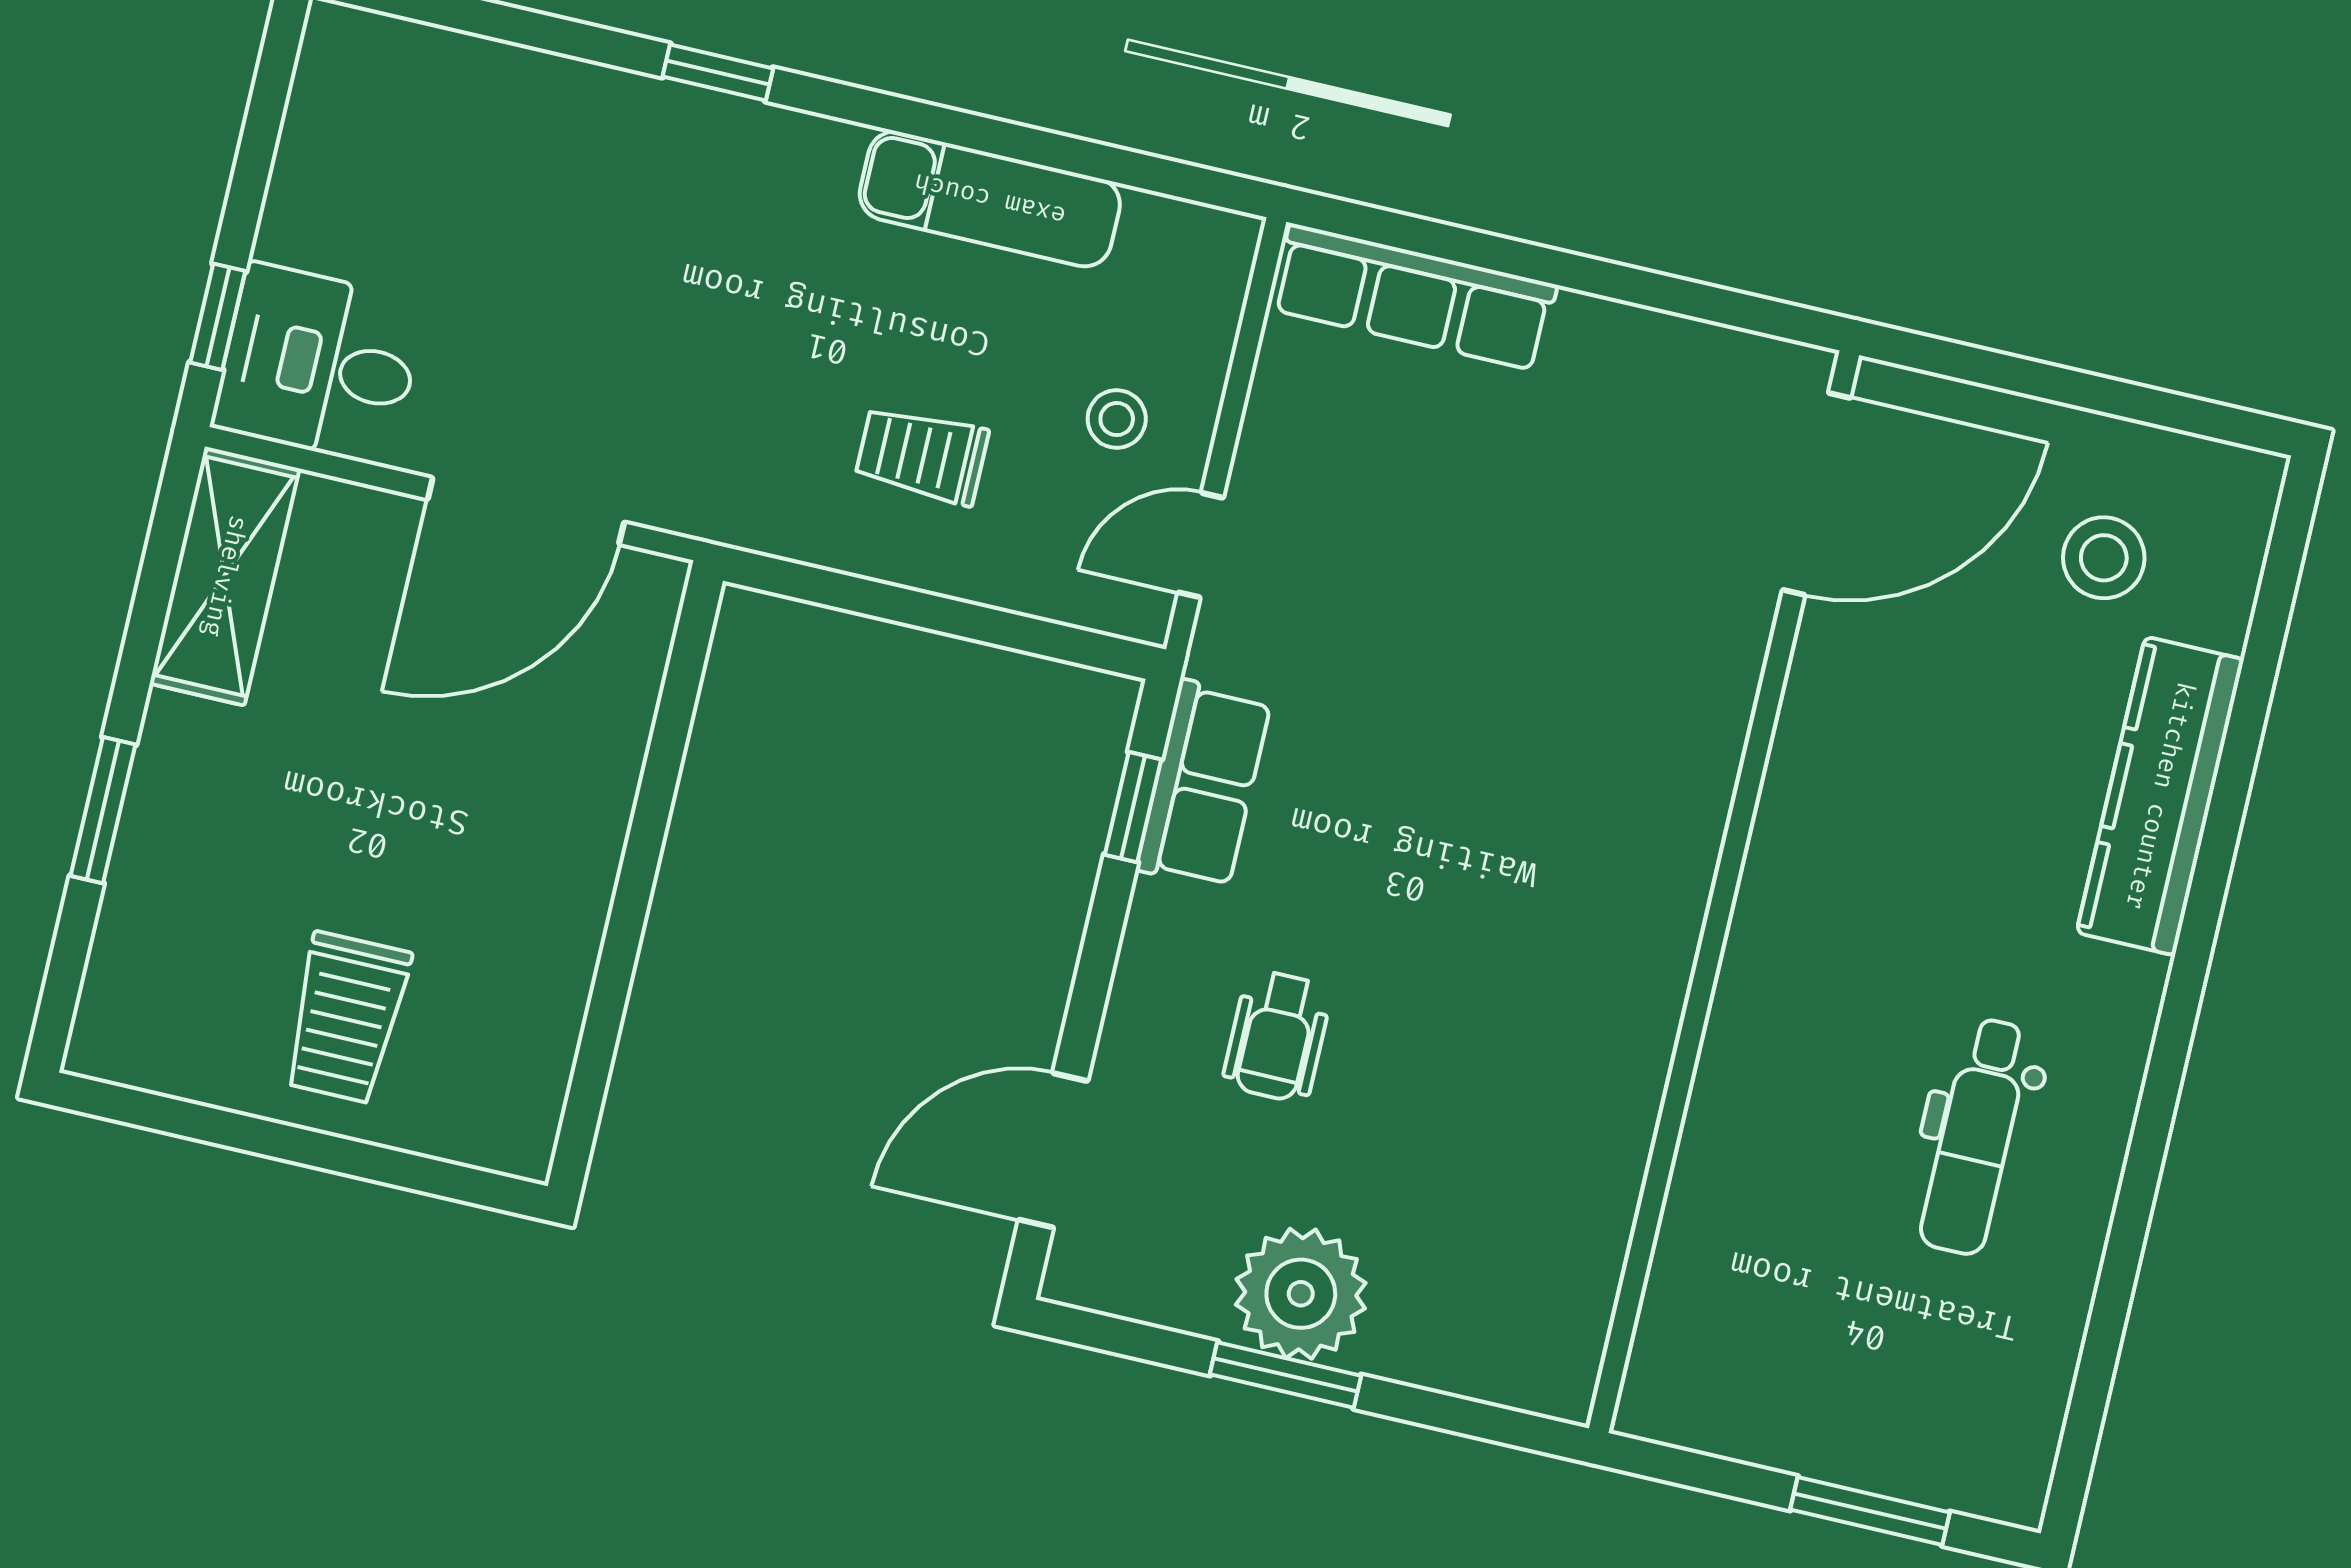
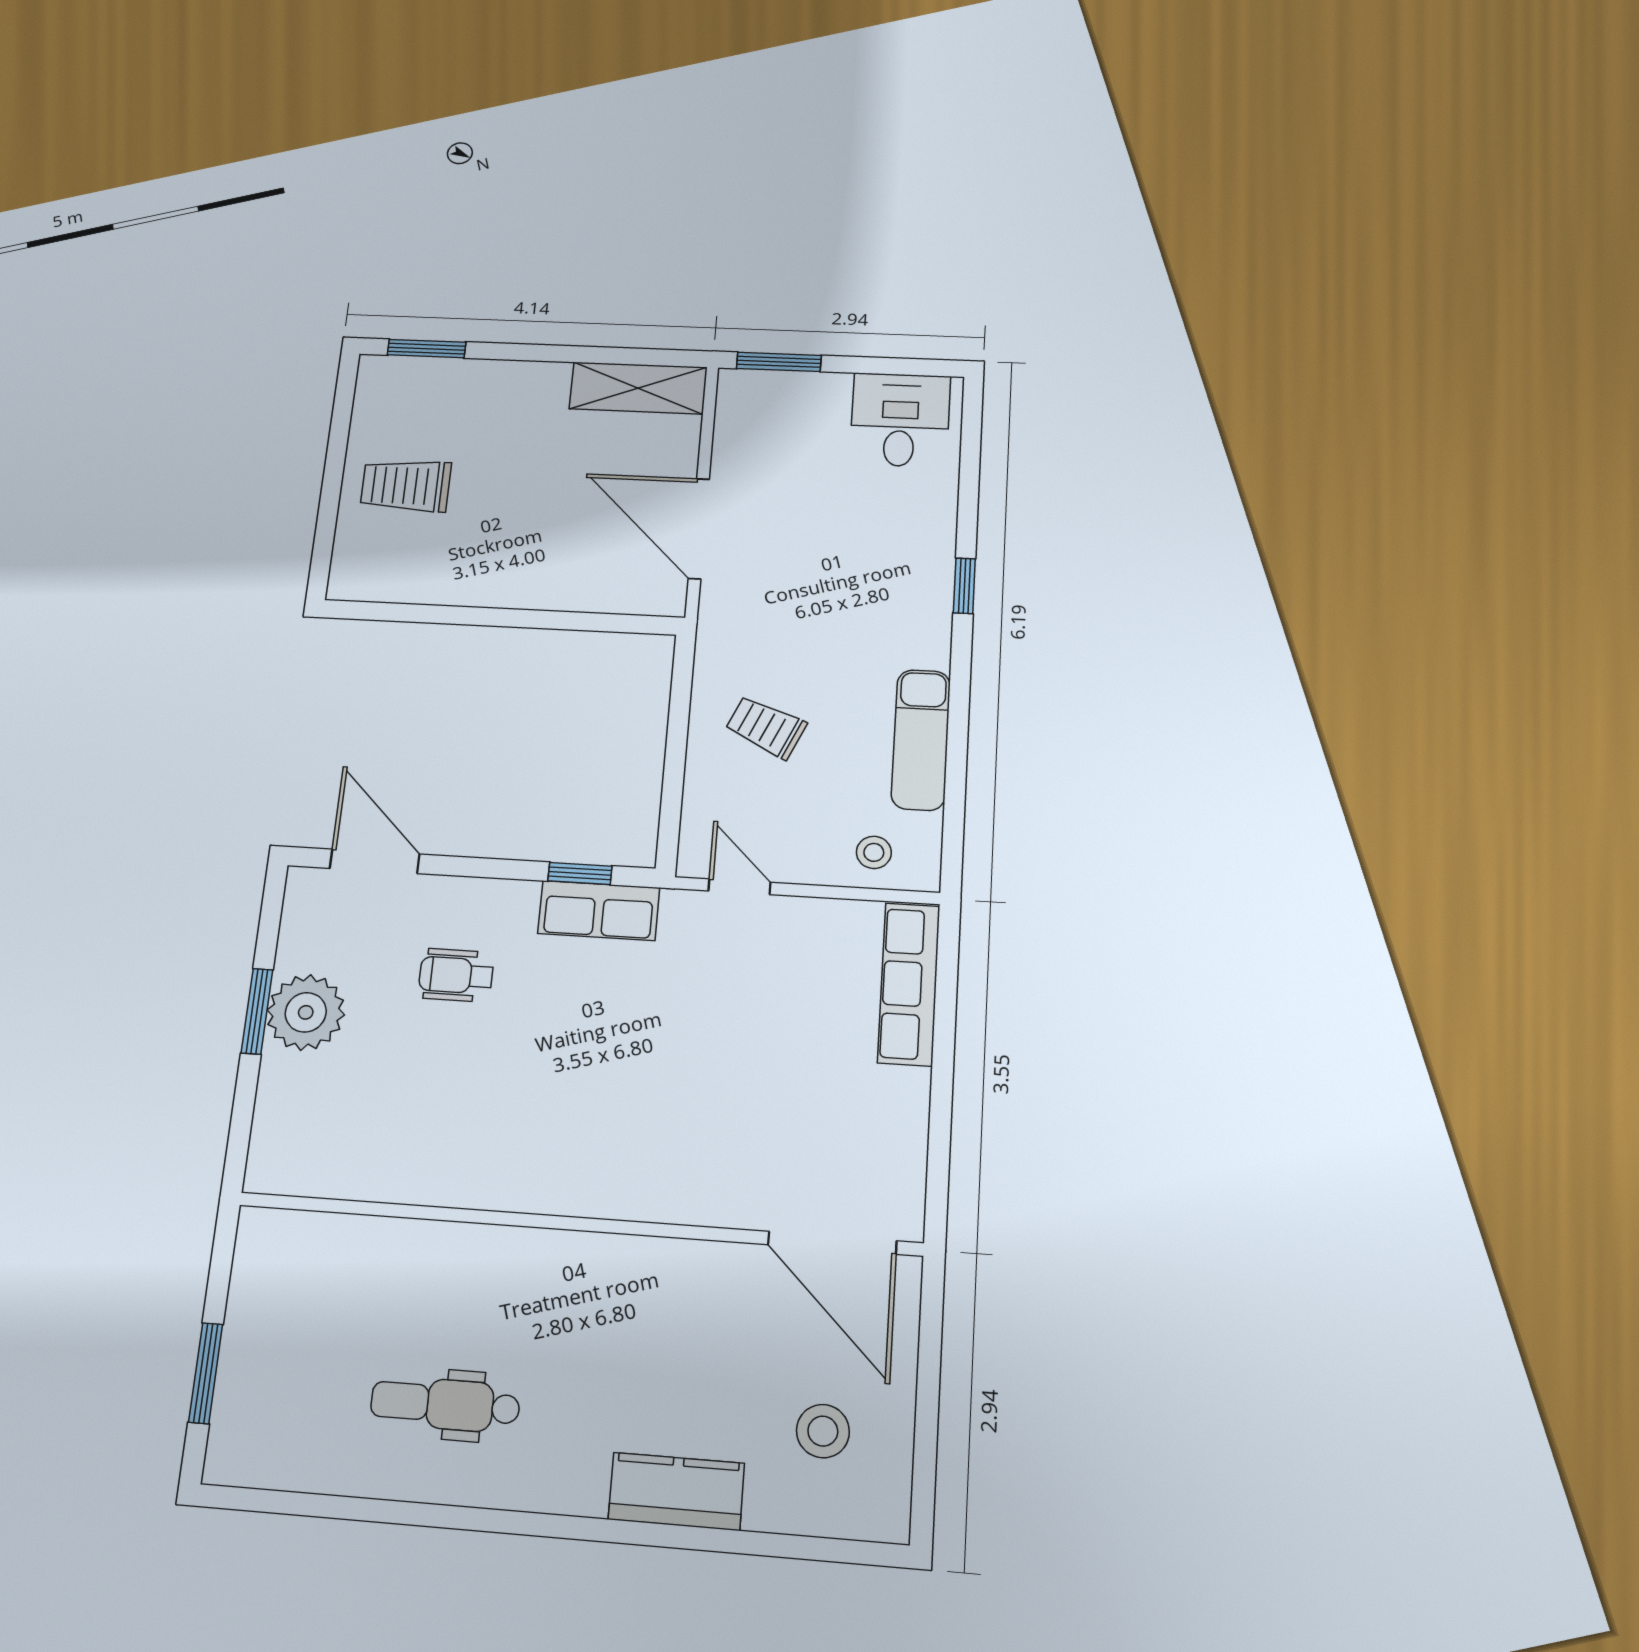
window: (218, 317) -> (779, 362), width x1.50
desk: (319, 364) -> (900, 420), moved
stool: (1117, 419) -> (874, 852), moved
trolley: (922, 455) -> (766, 727), turned -66
kitchen counter: (2160, 796) -> (676, 1491), width x0.67
window: (103, 810) -> (427, 349), moved

